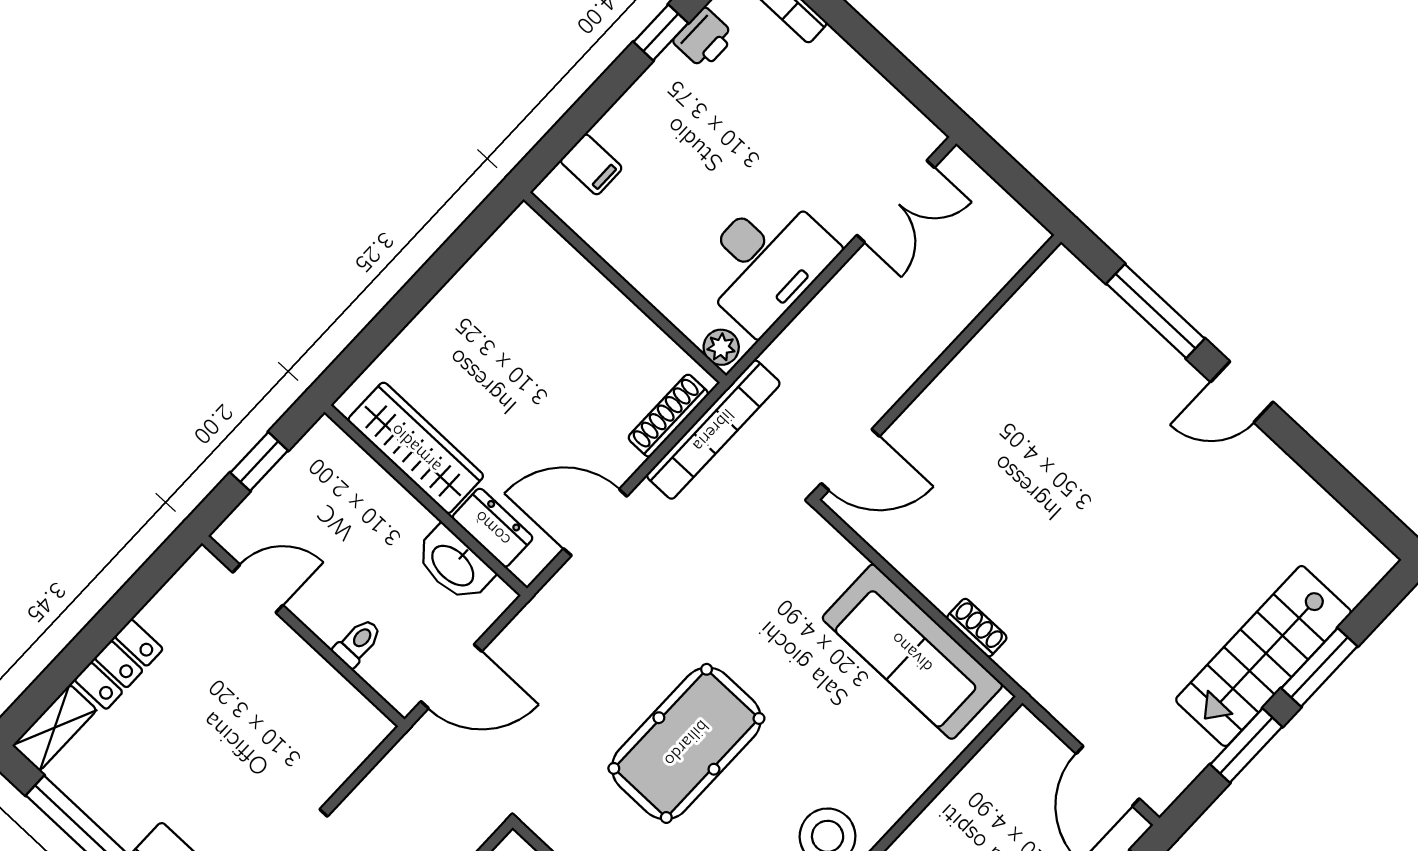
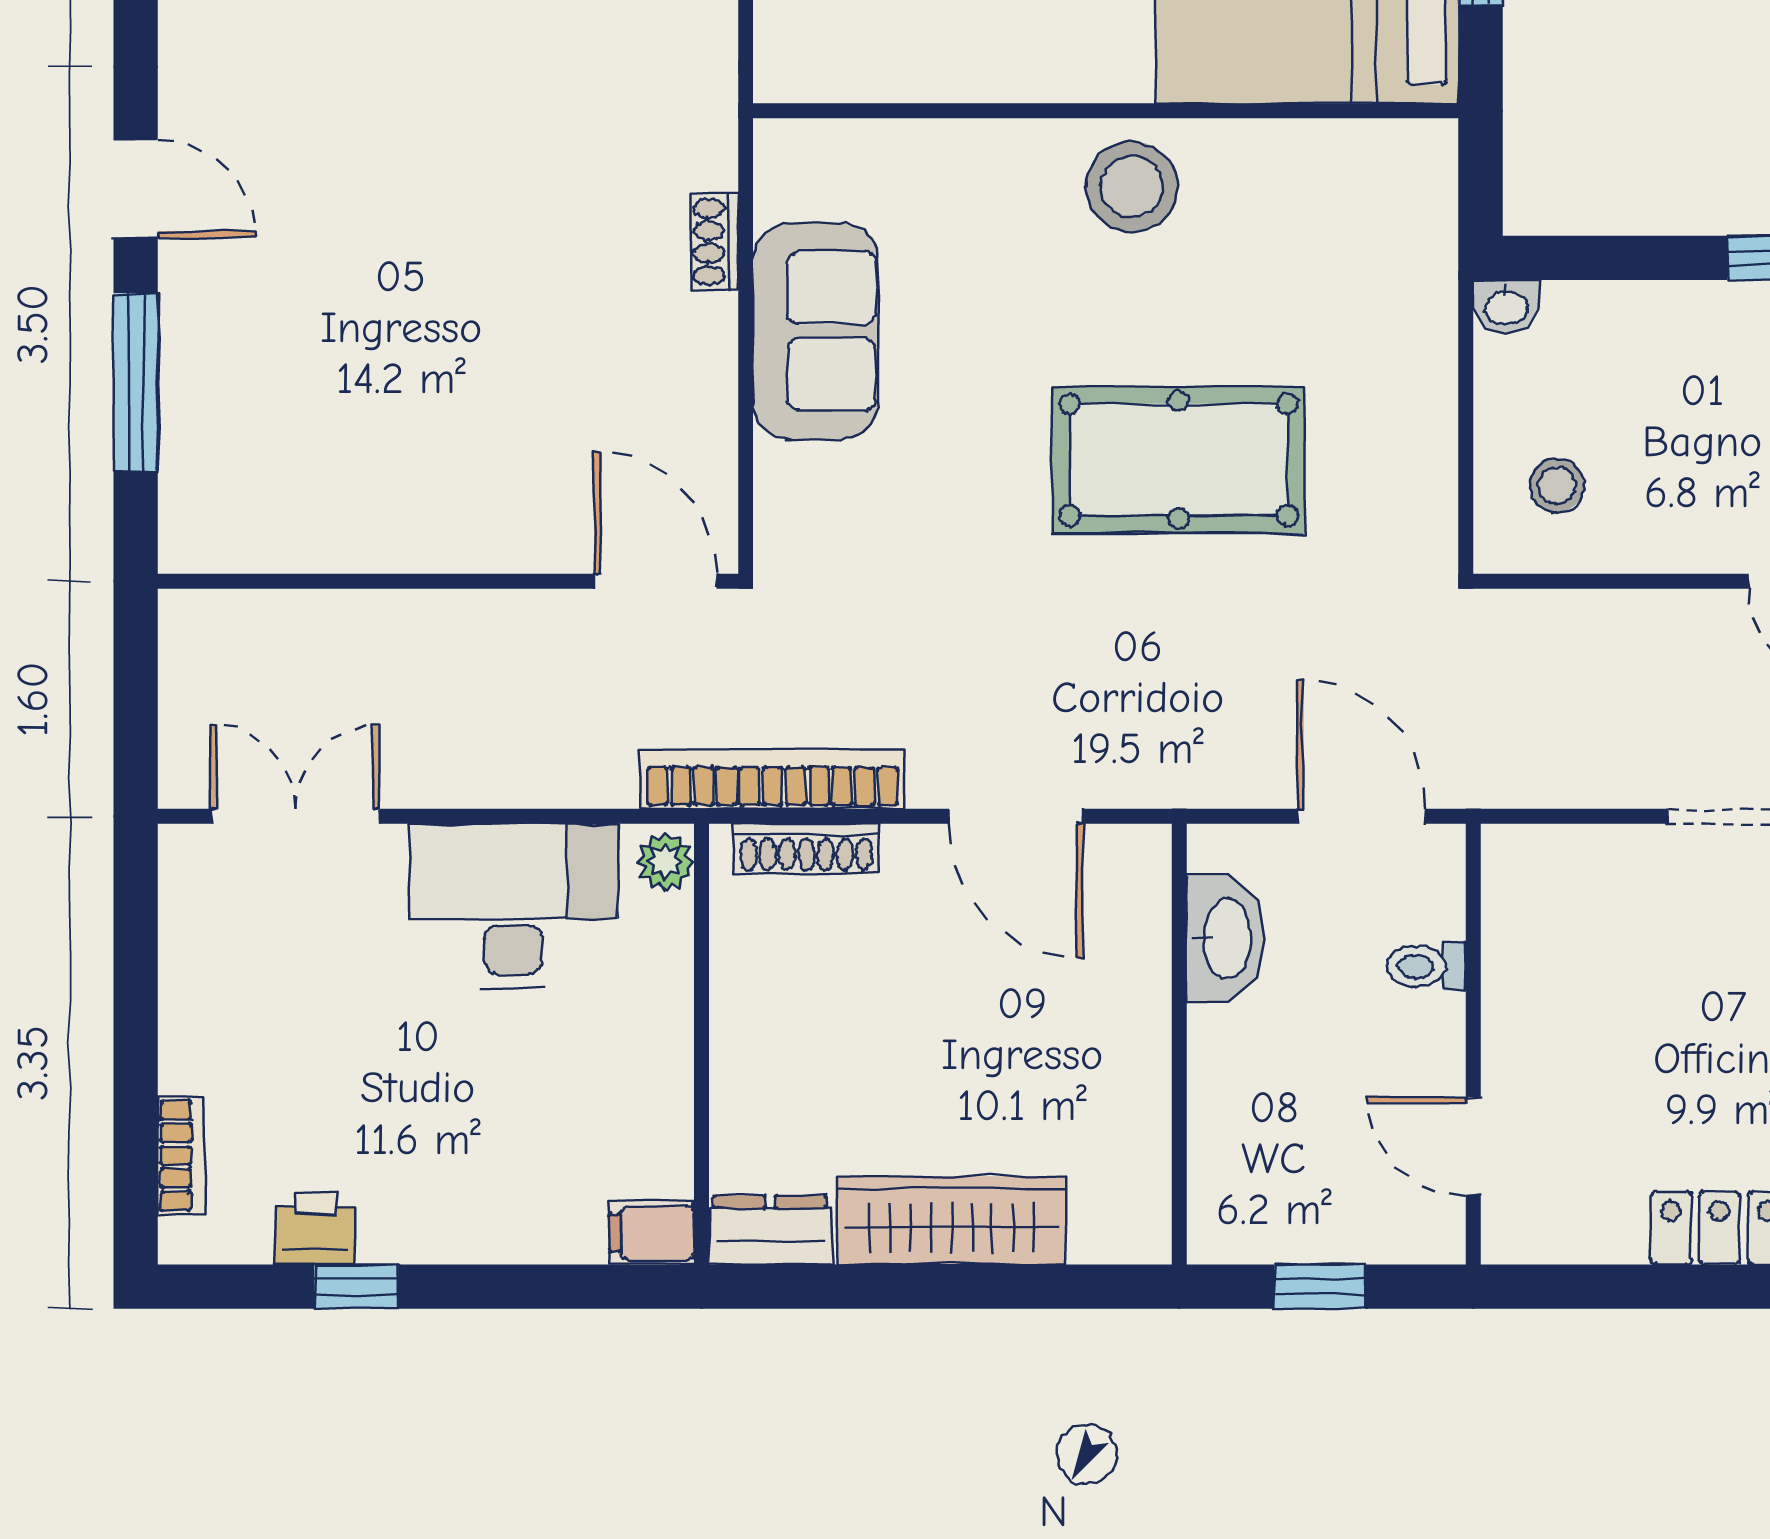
filing cabinet: (591, 164) -> (652, 1233), moved, turned -90
wardrobe: (416, 448) -> (951, 1221), moved, turned 90
dresser: (493, 528) -> (770, 1230), moved, turned 90
sofa: (912, 652) -> (816, 331), width x0.73

